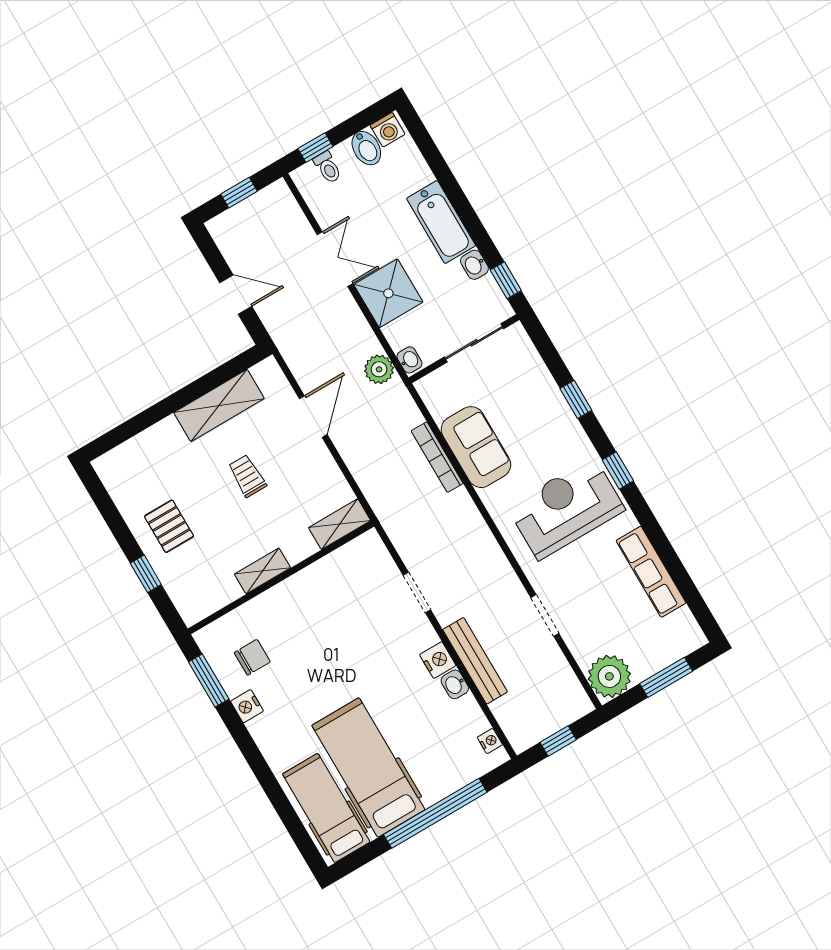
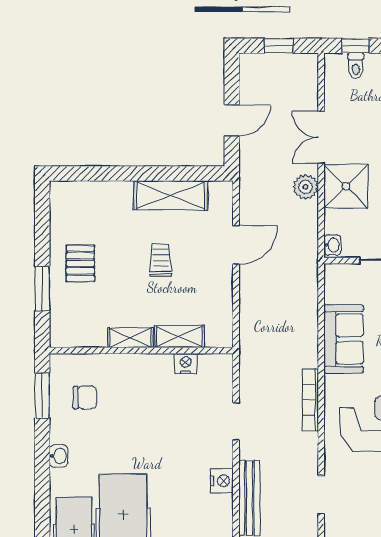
double door: (335, 259) -> (321, 137), swing flipped
door: (236, 295) -> (232, 120), hinge flipped
plant: (379, 369) -> (306, 187), moved
bookcase: (437, 457) -> (310, 400), moved
shelving: (340, 524) -> (179, 337), moved
window: (146, 574) -> (42, 289), width x1.50
washbasin: (455, 684) -> (59, 456), moved, turned 180
nightstand: (247, 706) -> (186, 364), moved, turned 90

